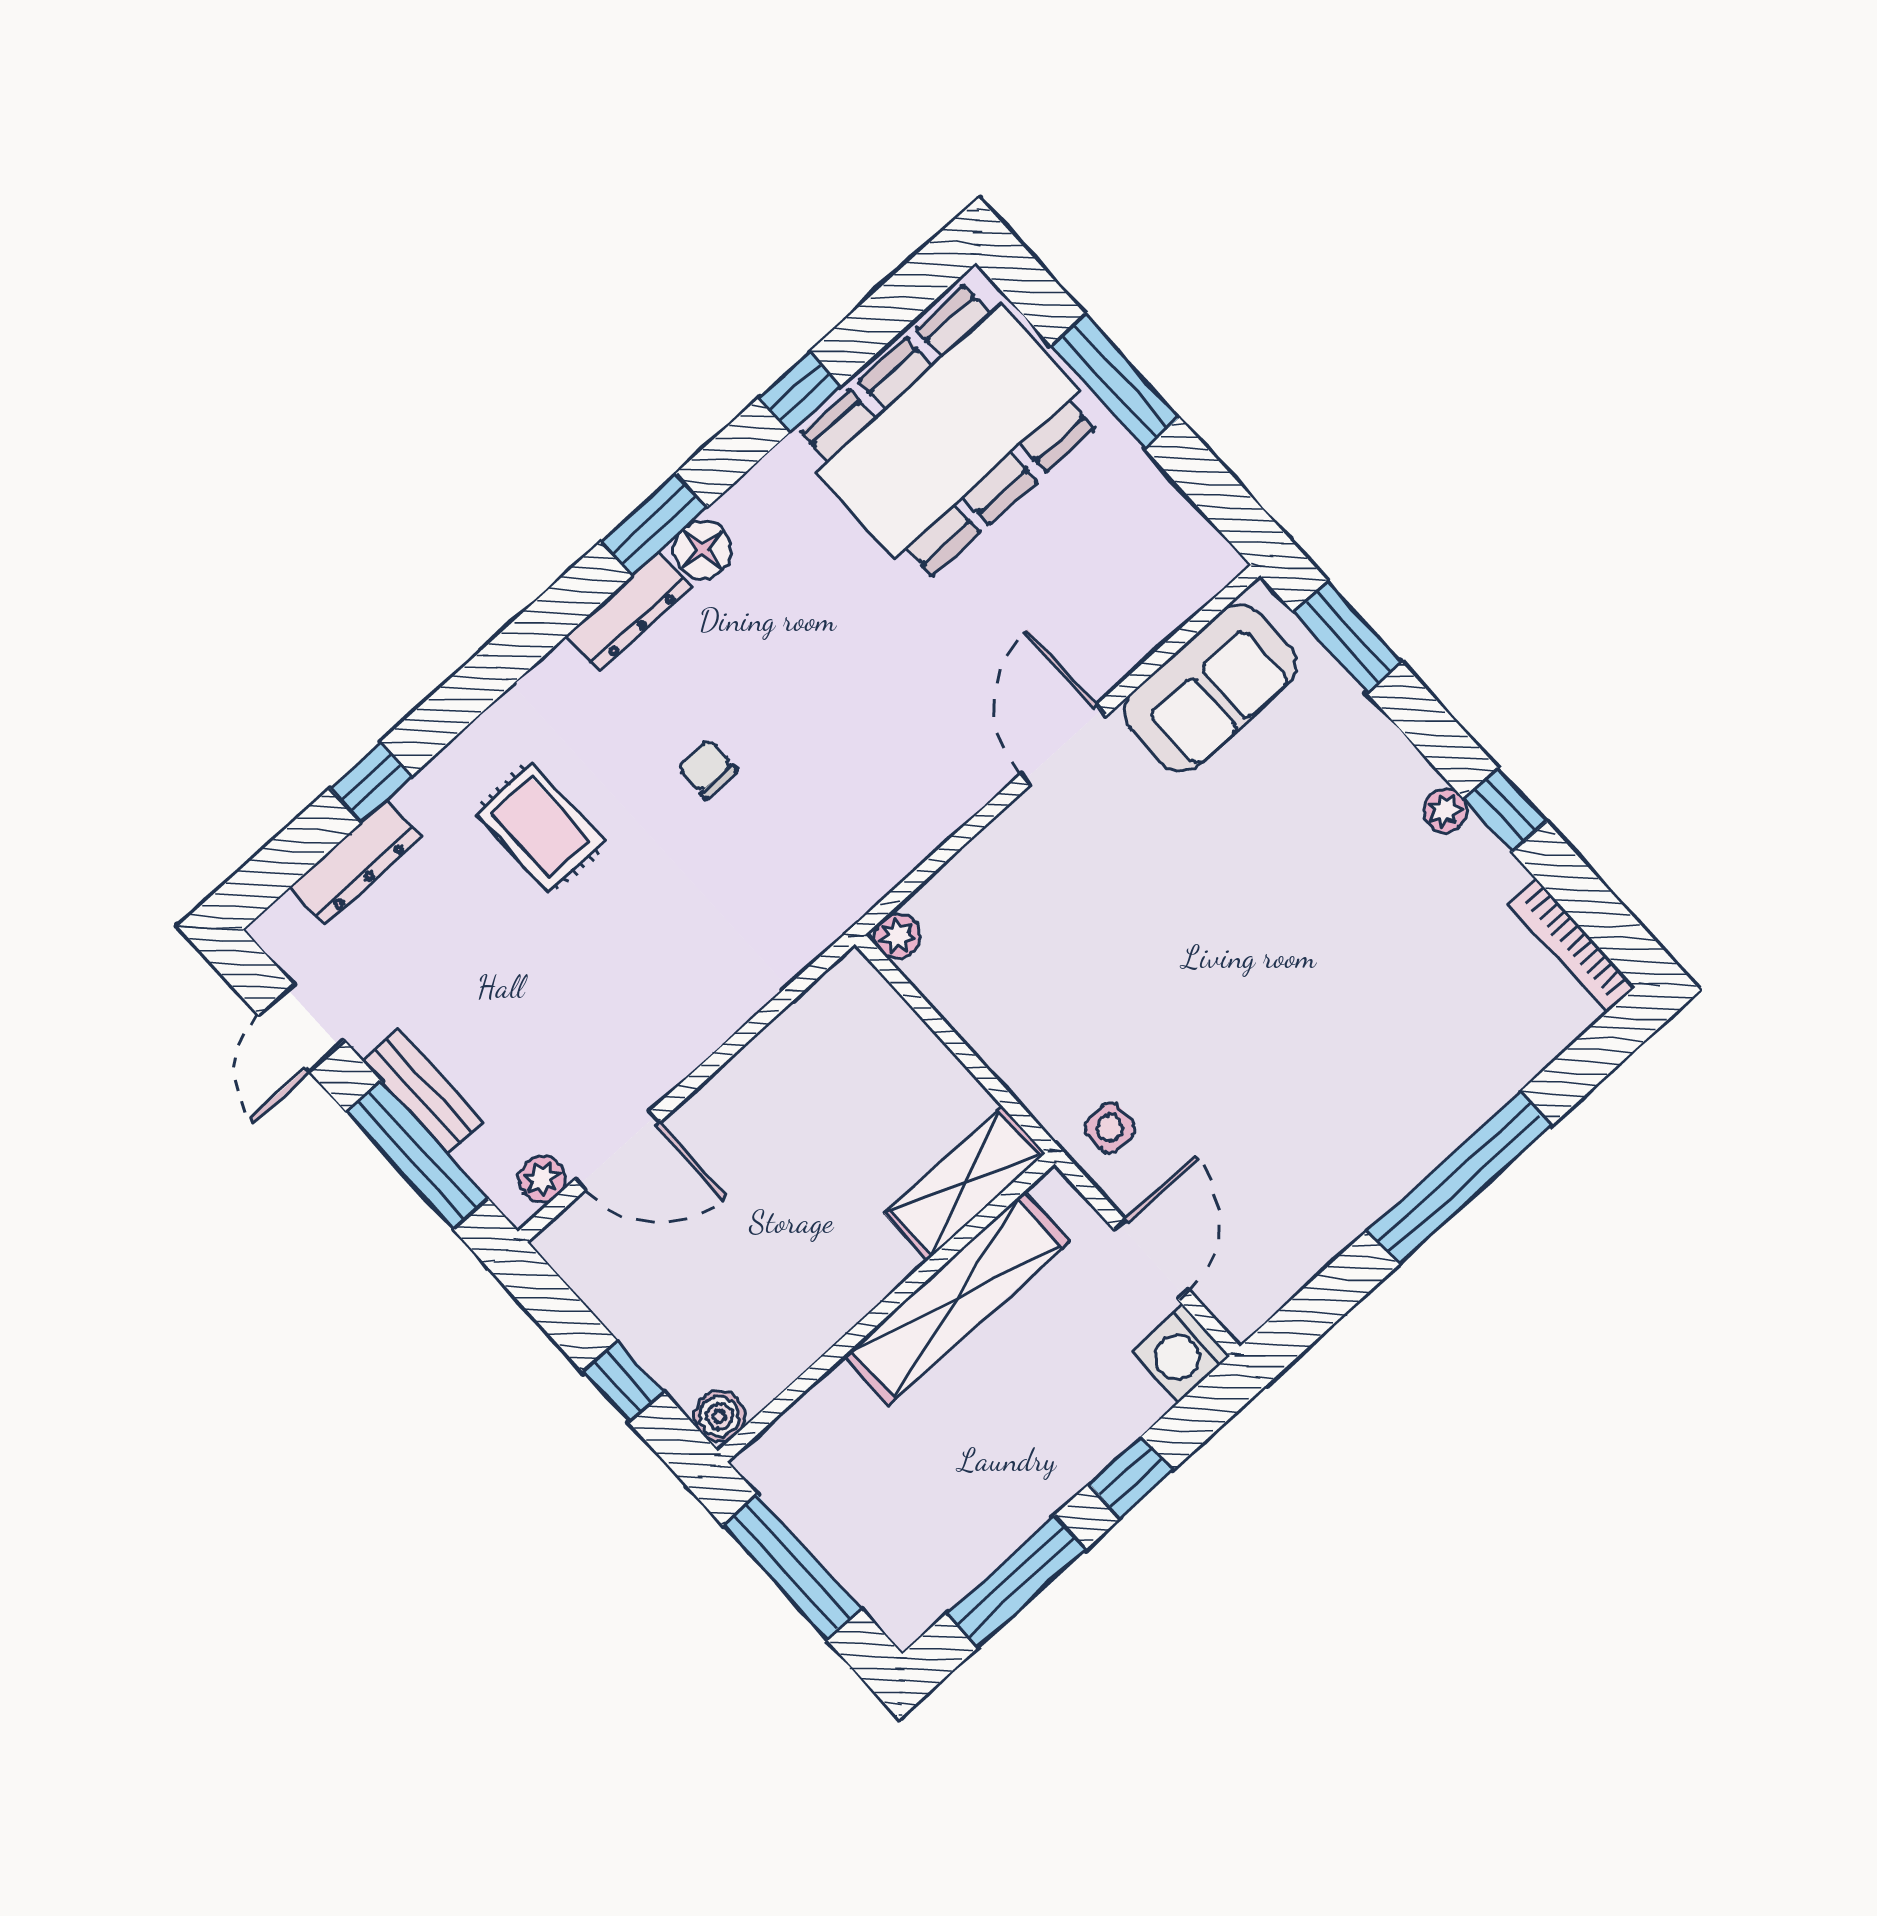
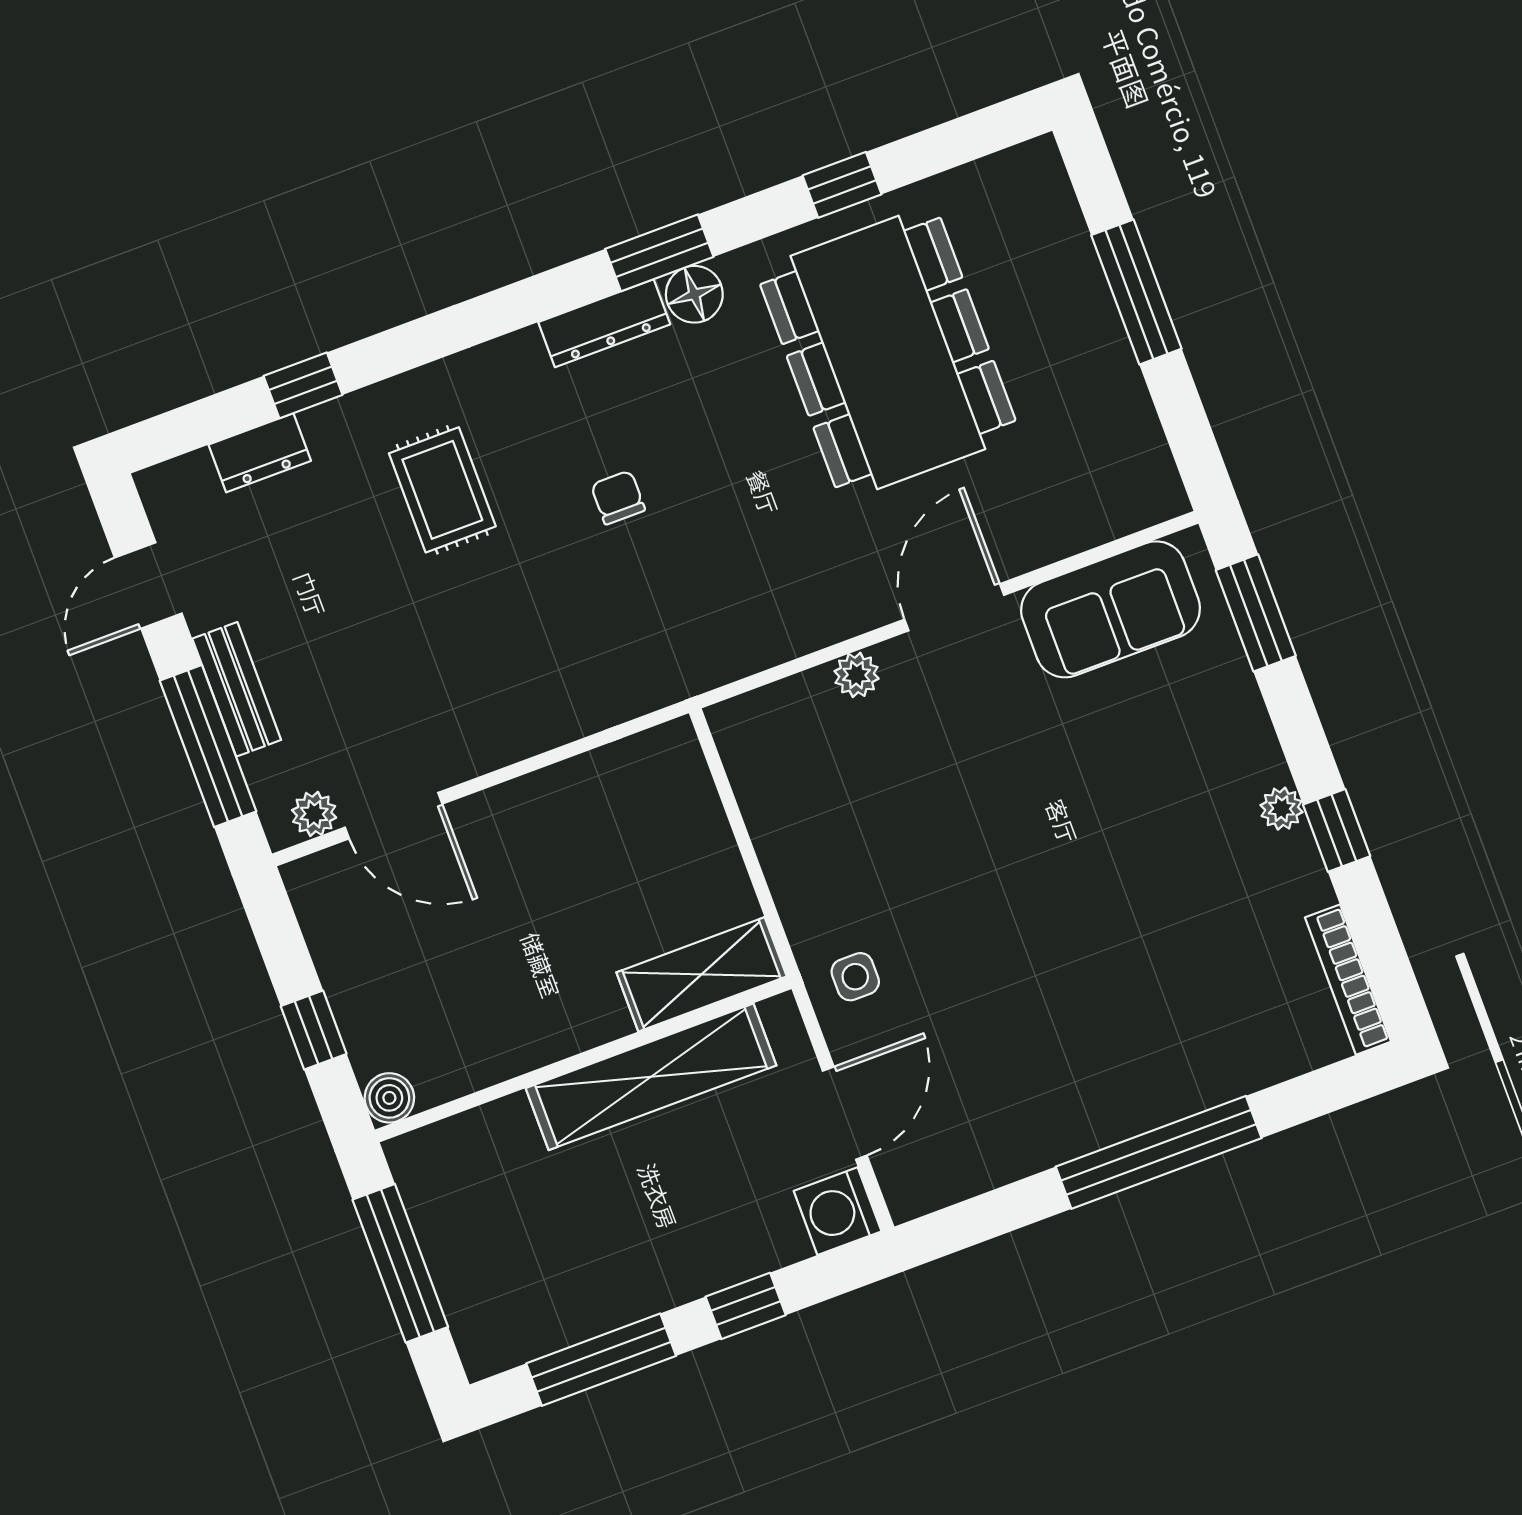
dining table: (948, 431) -> (888, 352), moved, turned 90
dresser: (356, 862) -> (260, 453), width x0.70
plant: (897, 936) -> (857, 675), moved

